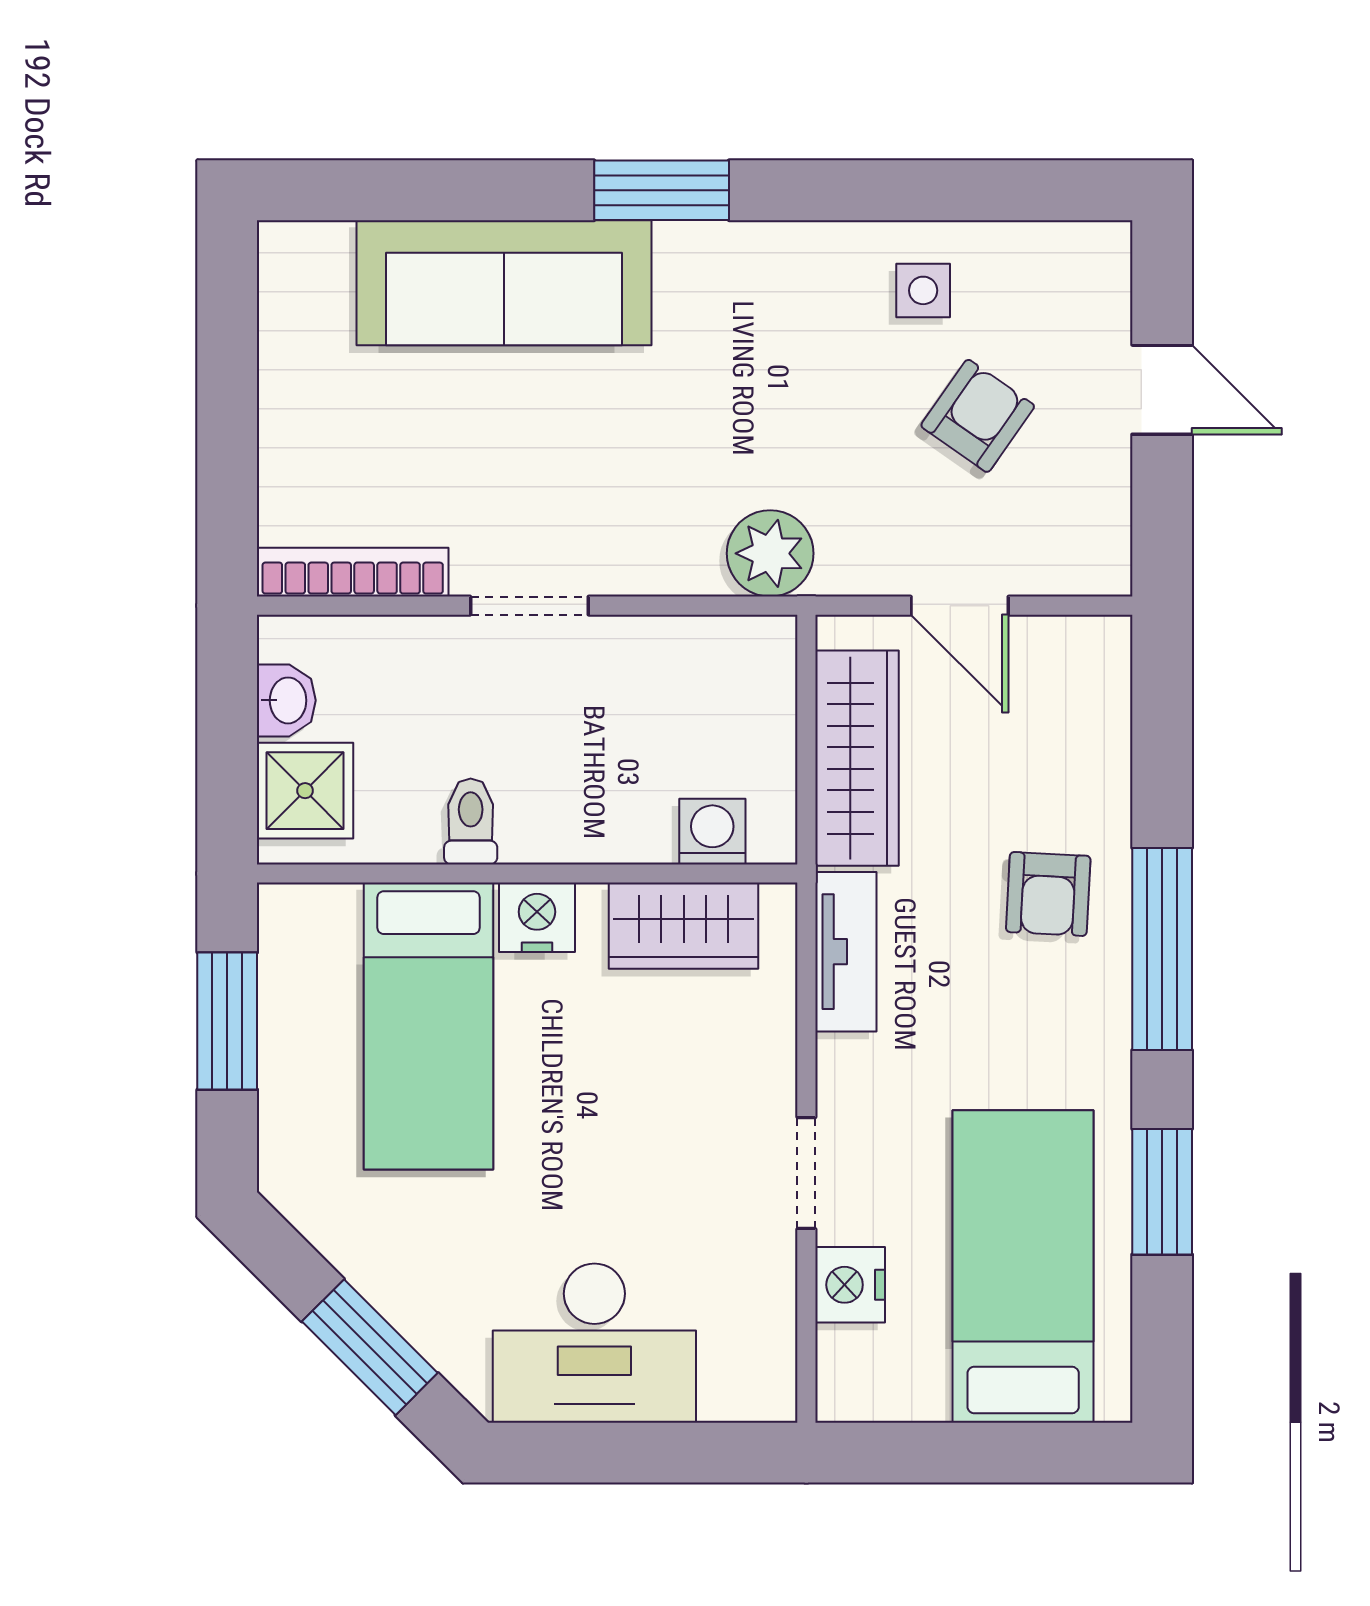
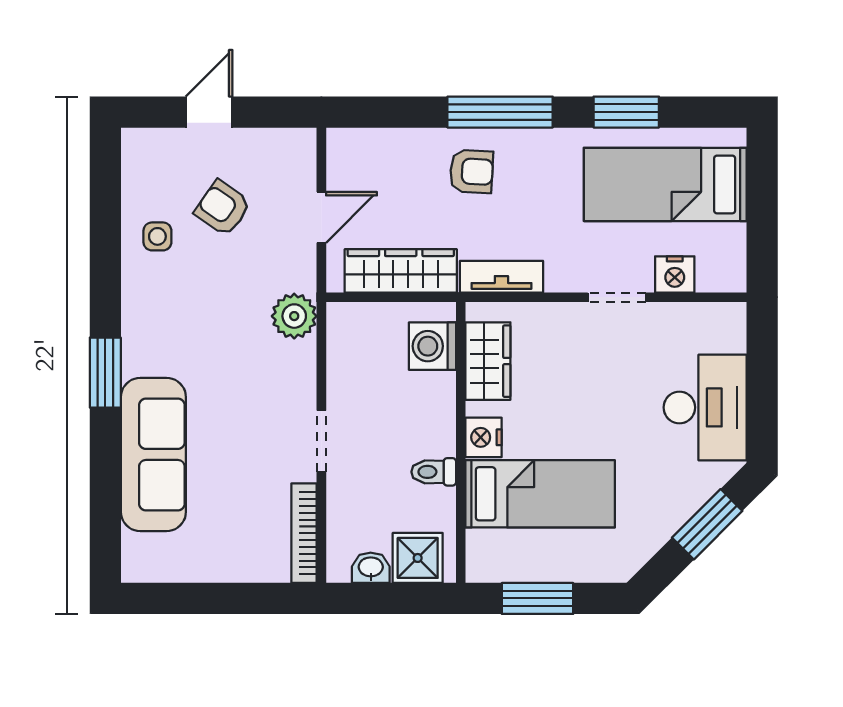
washing machine: (712, 832) -> (433, 346), width x1.38, depth x1.38

